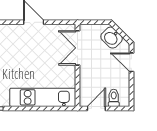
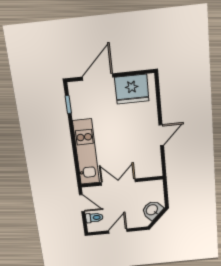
double door: (78, 48) -> (118, 182), moved
door: (131, 62) -> (118, 231), moved

